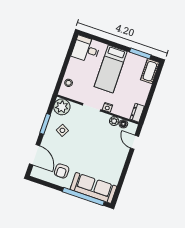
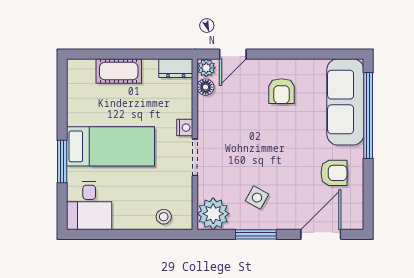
window: (140, 53) -> (62, 162), moved
cot: (150, 71) -> (119, 71), moved
plant: (114, 121) -> (206, 68), moved
armchair: (109, 159) -> (281, 91), added

